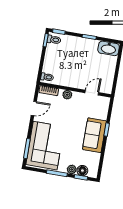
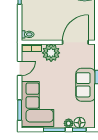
door: (92, 93) -> (75, 42), width x1.87
plant: (67, 95) -> (51, 53), width x1.88, depth x1.88

